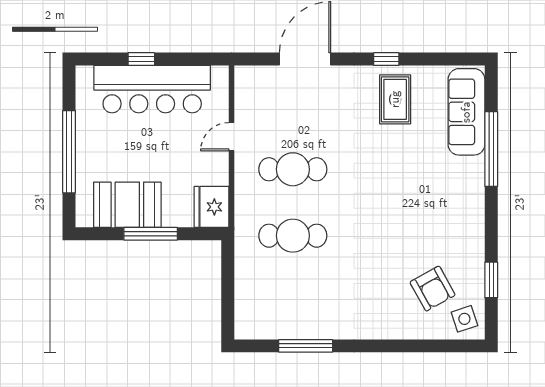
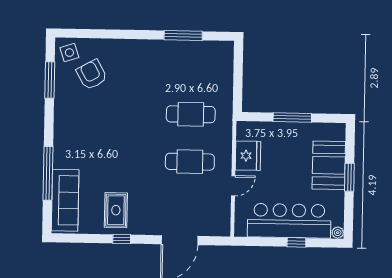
plant: (84, 74) -> (338, 233), added
window: (69, 152) -> (349, 177), width x0.47
booth: (127, 205) -> (329, 165), moved, turned 90
fridge: (212, 207) -> (248, 156), moved
window: (491, 280) -> (50, 80), width x1.44

